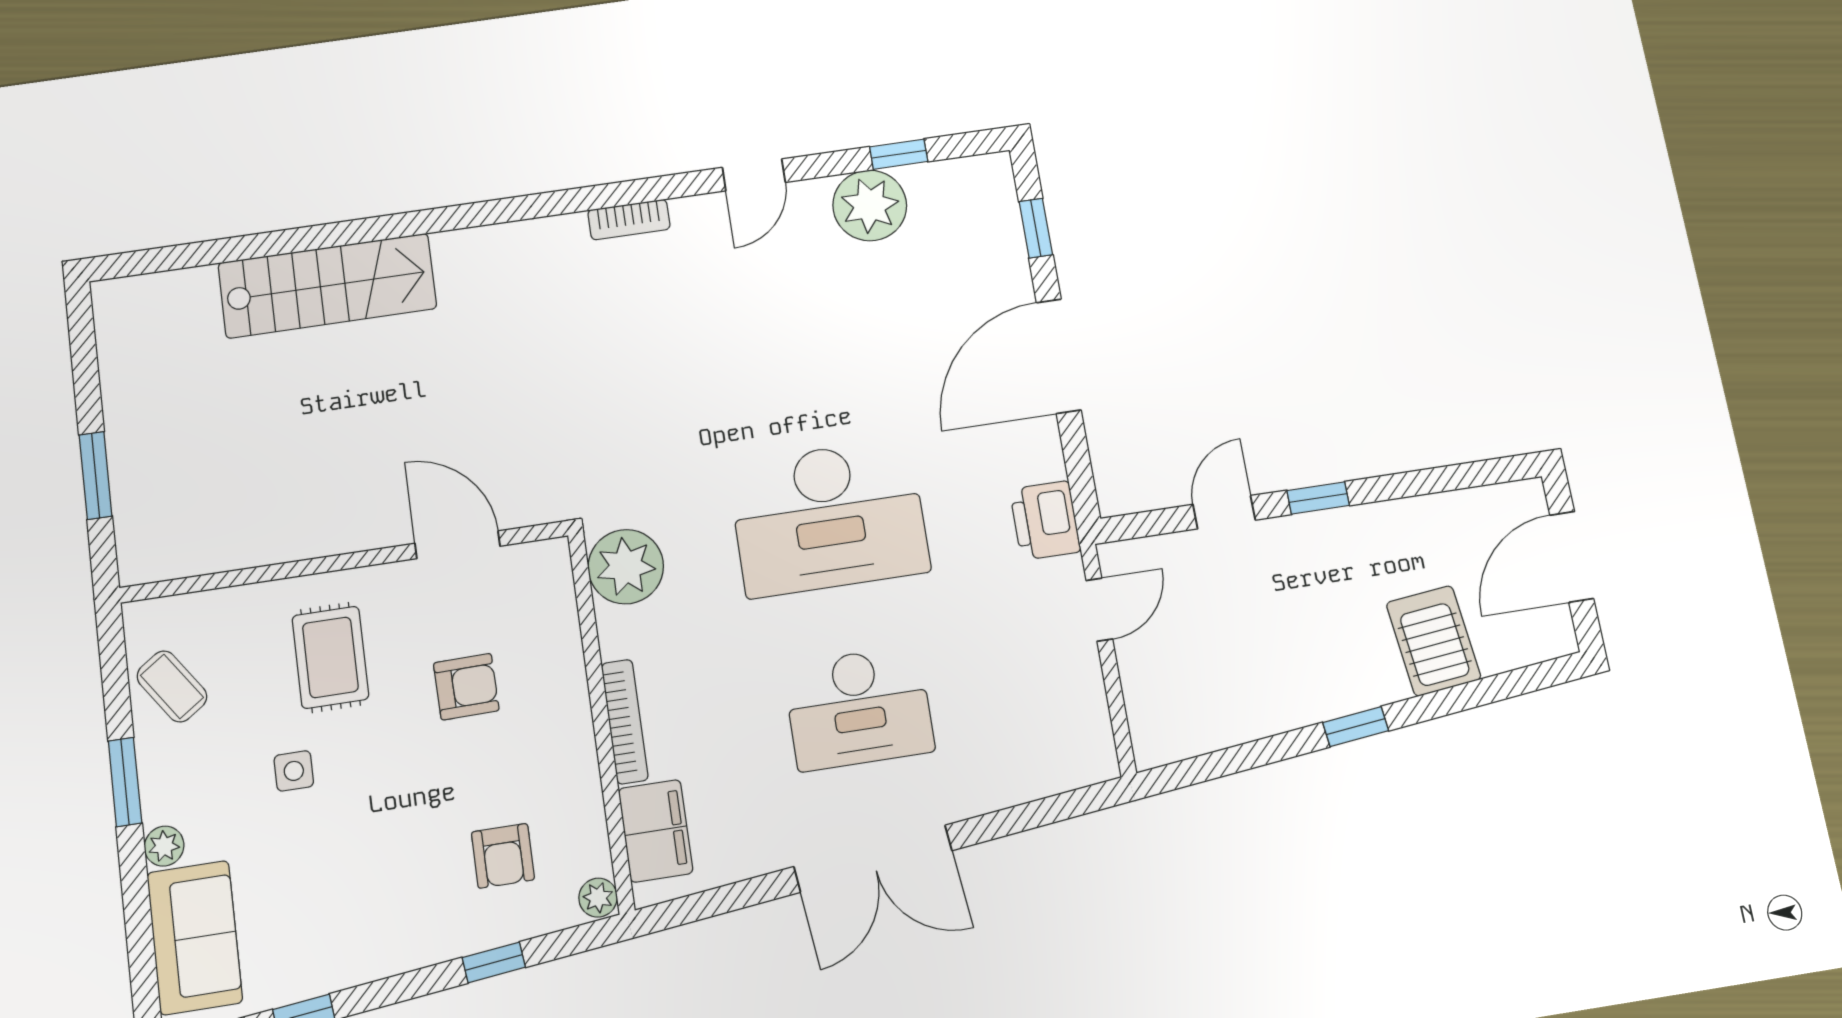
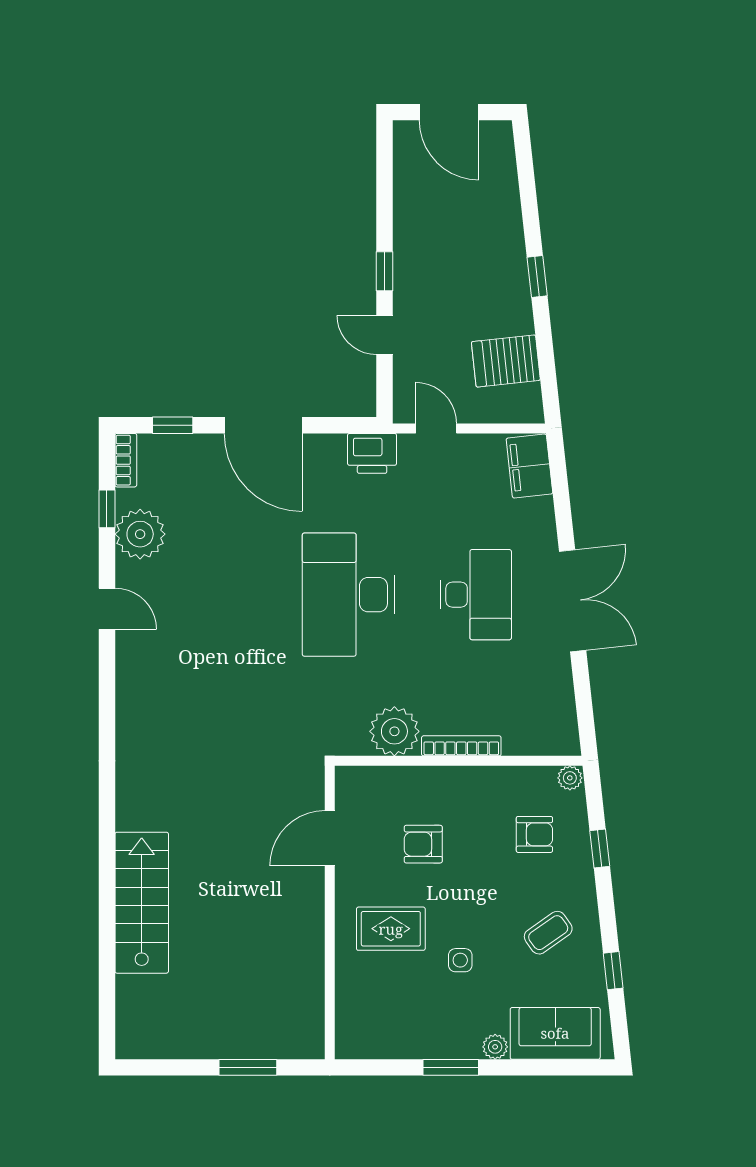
bookcase: (629, 220) -> (126, 460), moved
desk: (829, 518) -> (349, 595), turned 180
plant: (626, 567) -> (394, 731), moved
server rack: (1434, 641) -> (506, 361), moved
coffee table: (172, 686) -> (548, 933), moved
armchair: (466, 687) -> (423, 844), turned -89
filing cabinet: (656, 831) -> (529, 466), moved, turned -96

